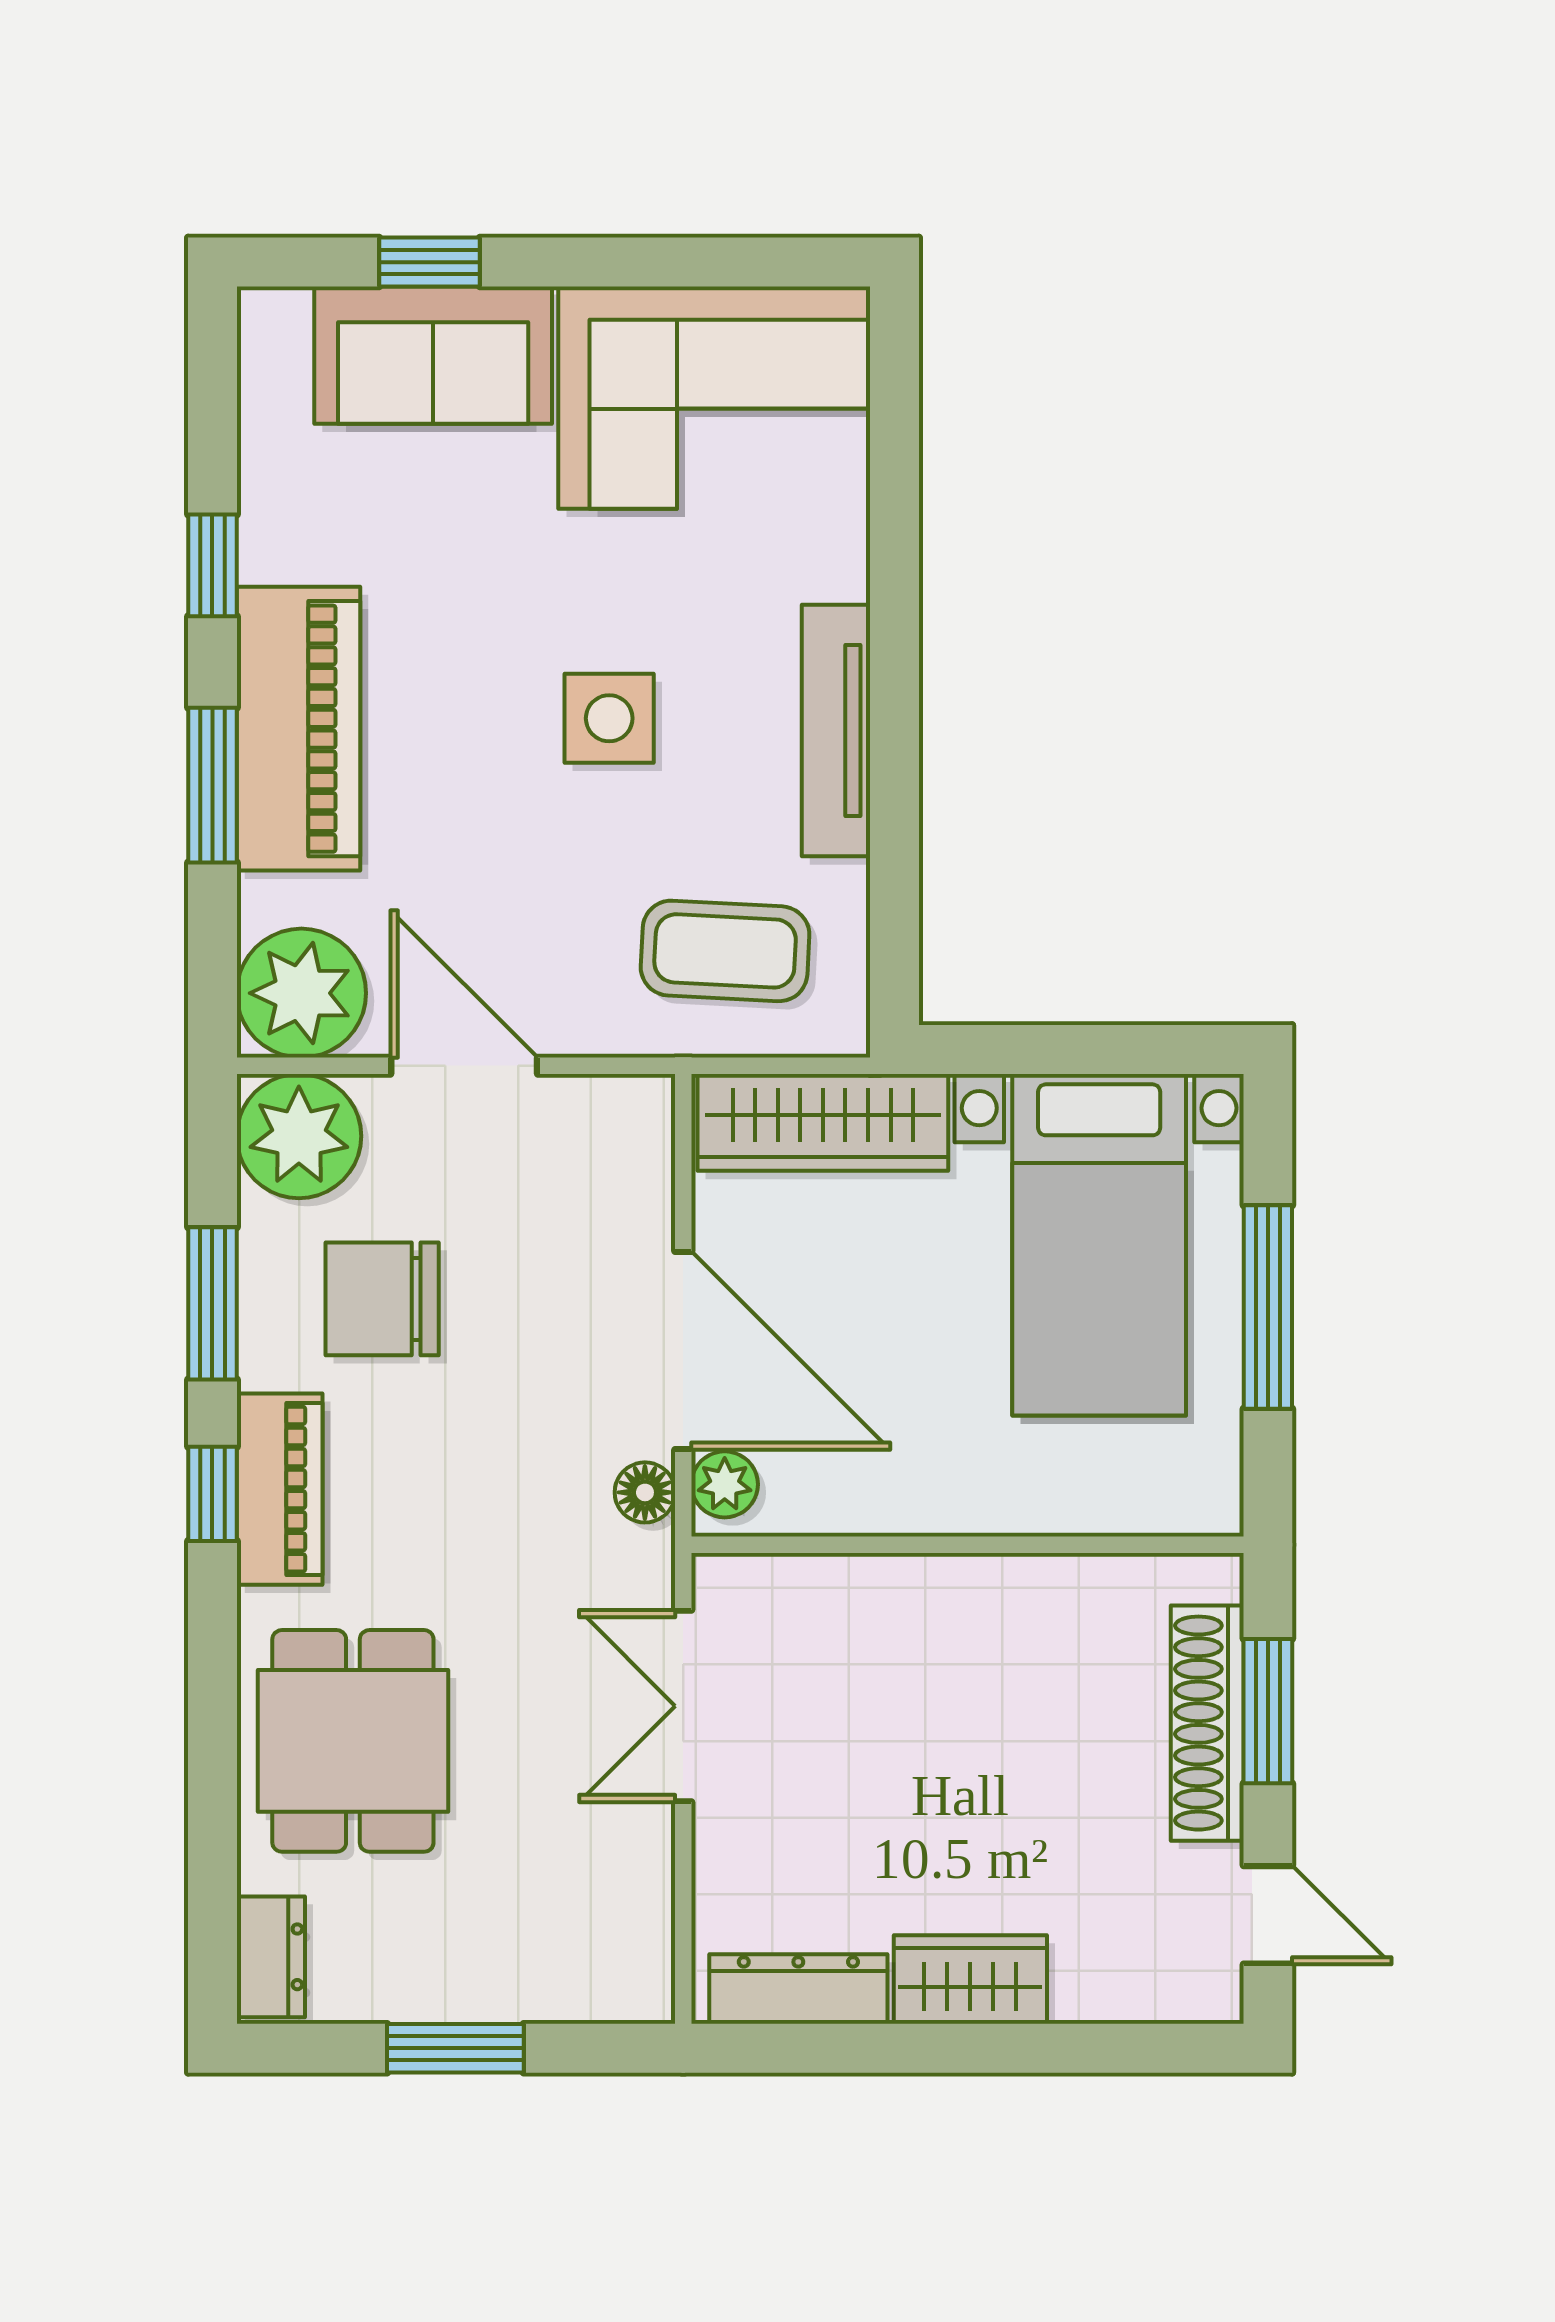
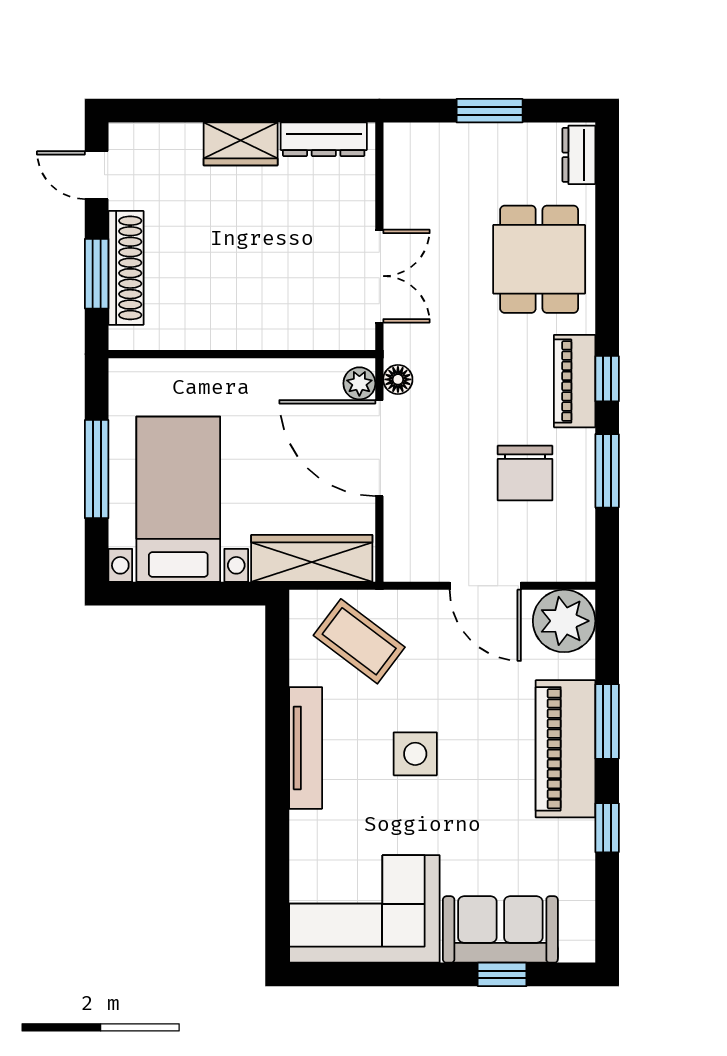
coffee table: (725, 951) -> (359, 641), turned 34
plant: (299, 1136) -> (565, 552), removed
chair: (382, 1299) -> (525, 473), turned 90

